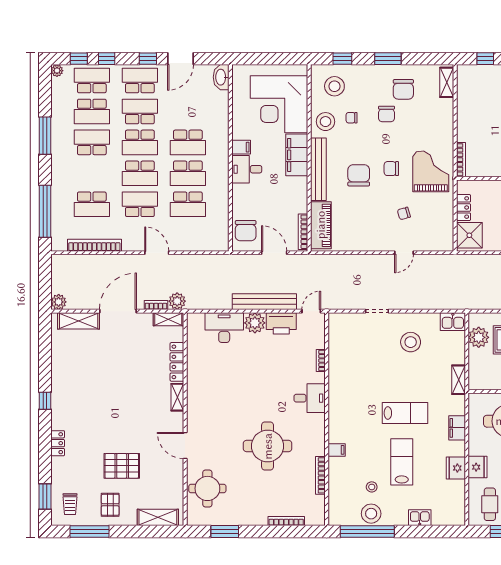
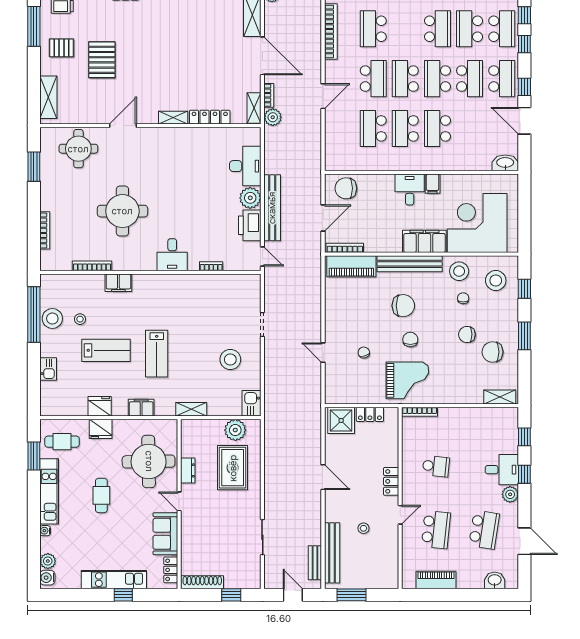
filing cabinet: (337, 450) -> (118, 283), width x2.00

